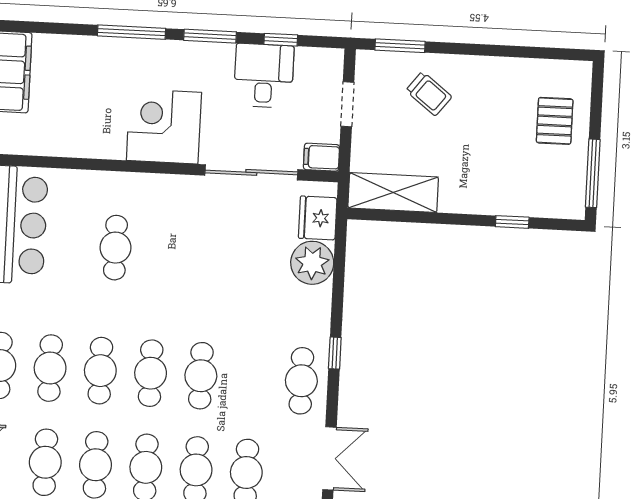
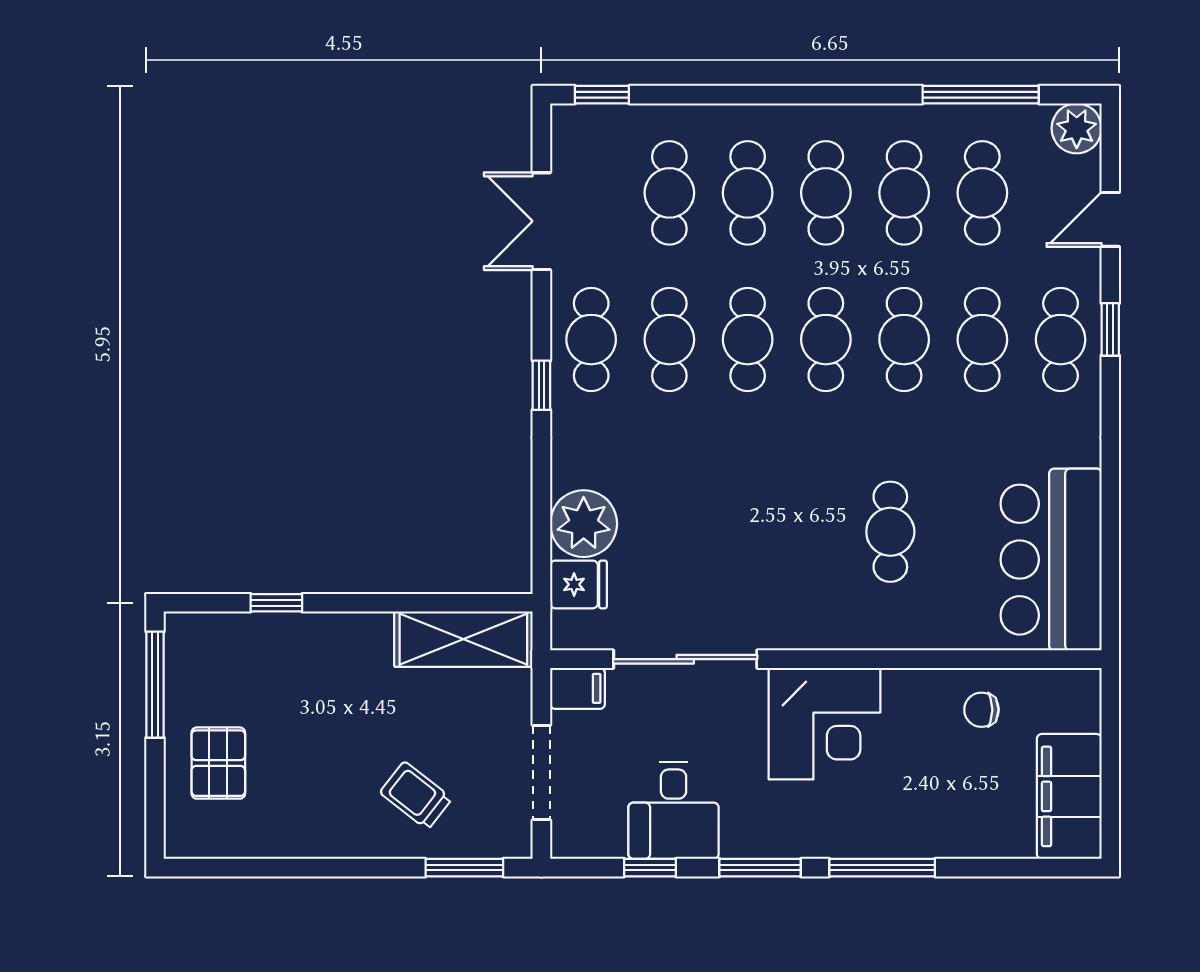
doorway: (347, 104) -> (541, 773), width x1.38
chair: (63, 130) -> (981, 710), added
fridge: (318, 218) -> (579, 584), width x0.72
cafe table: (251, 378) -> (669, 340), added

